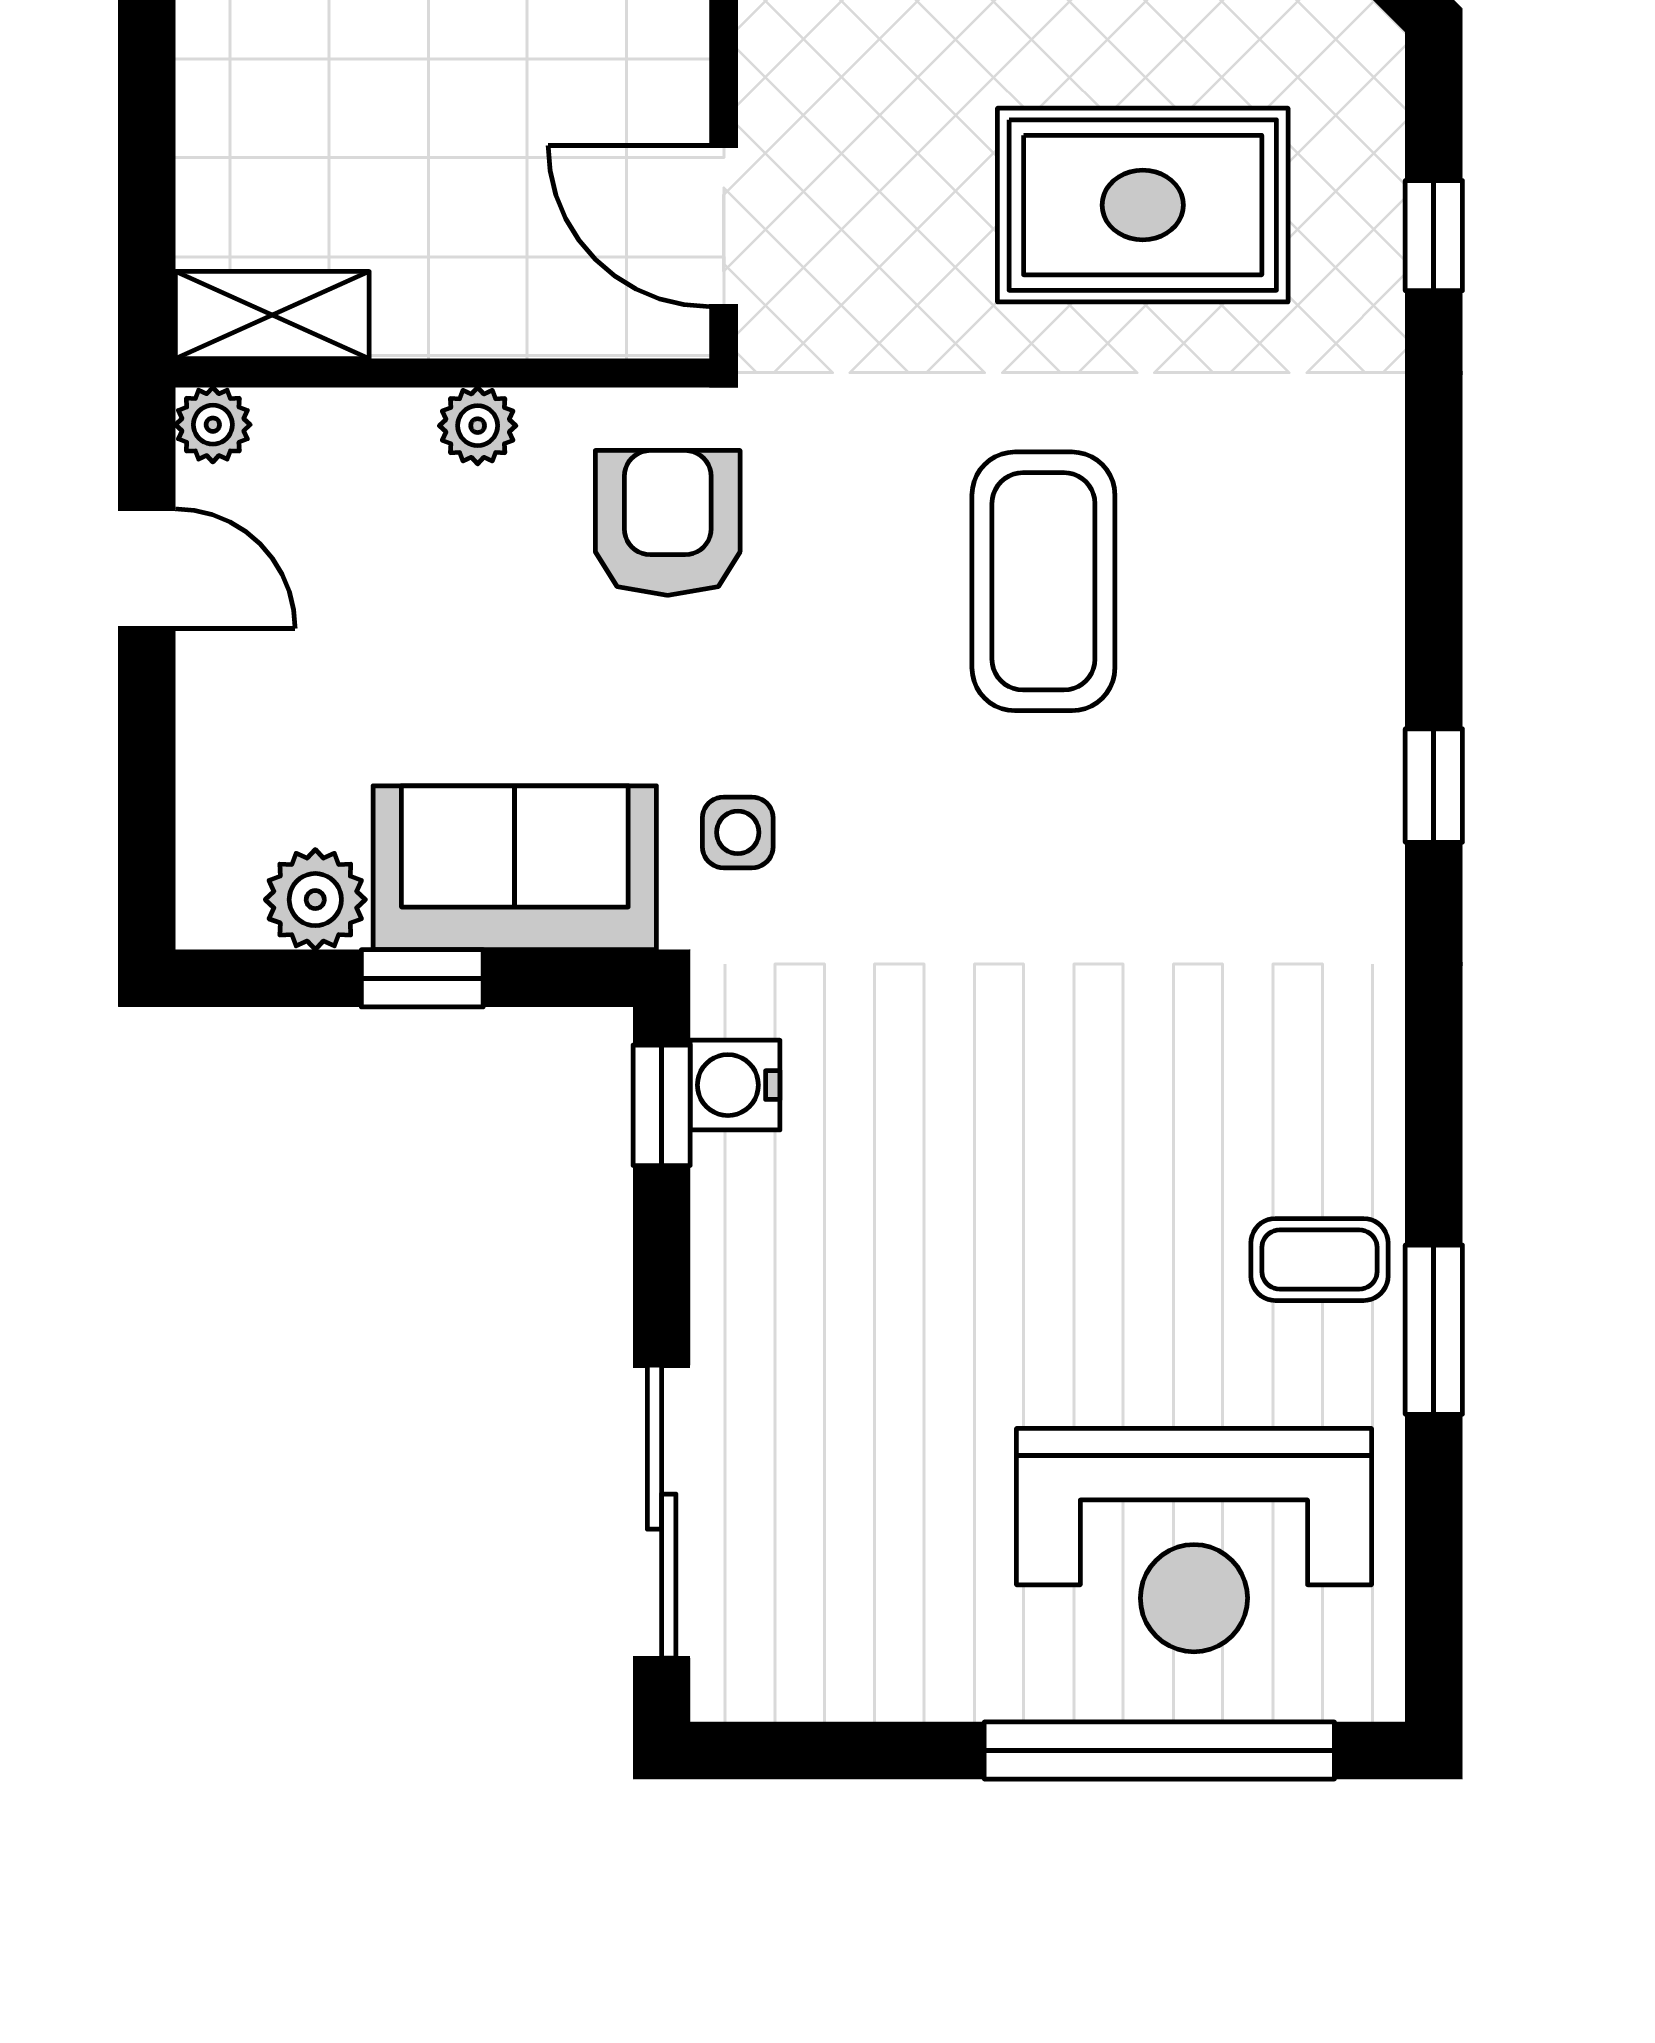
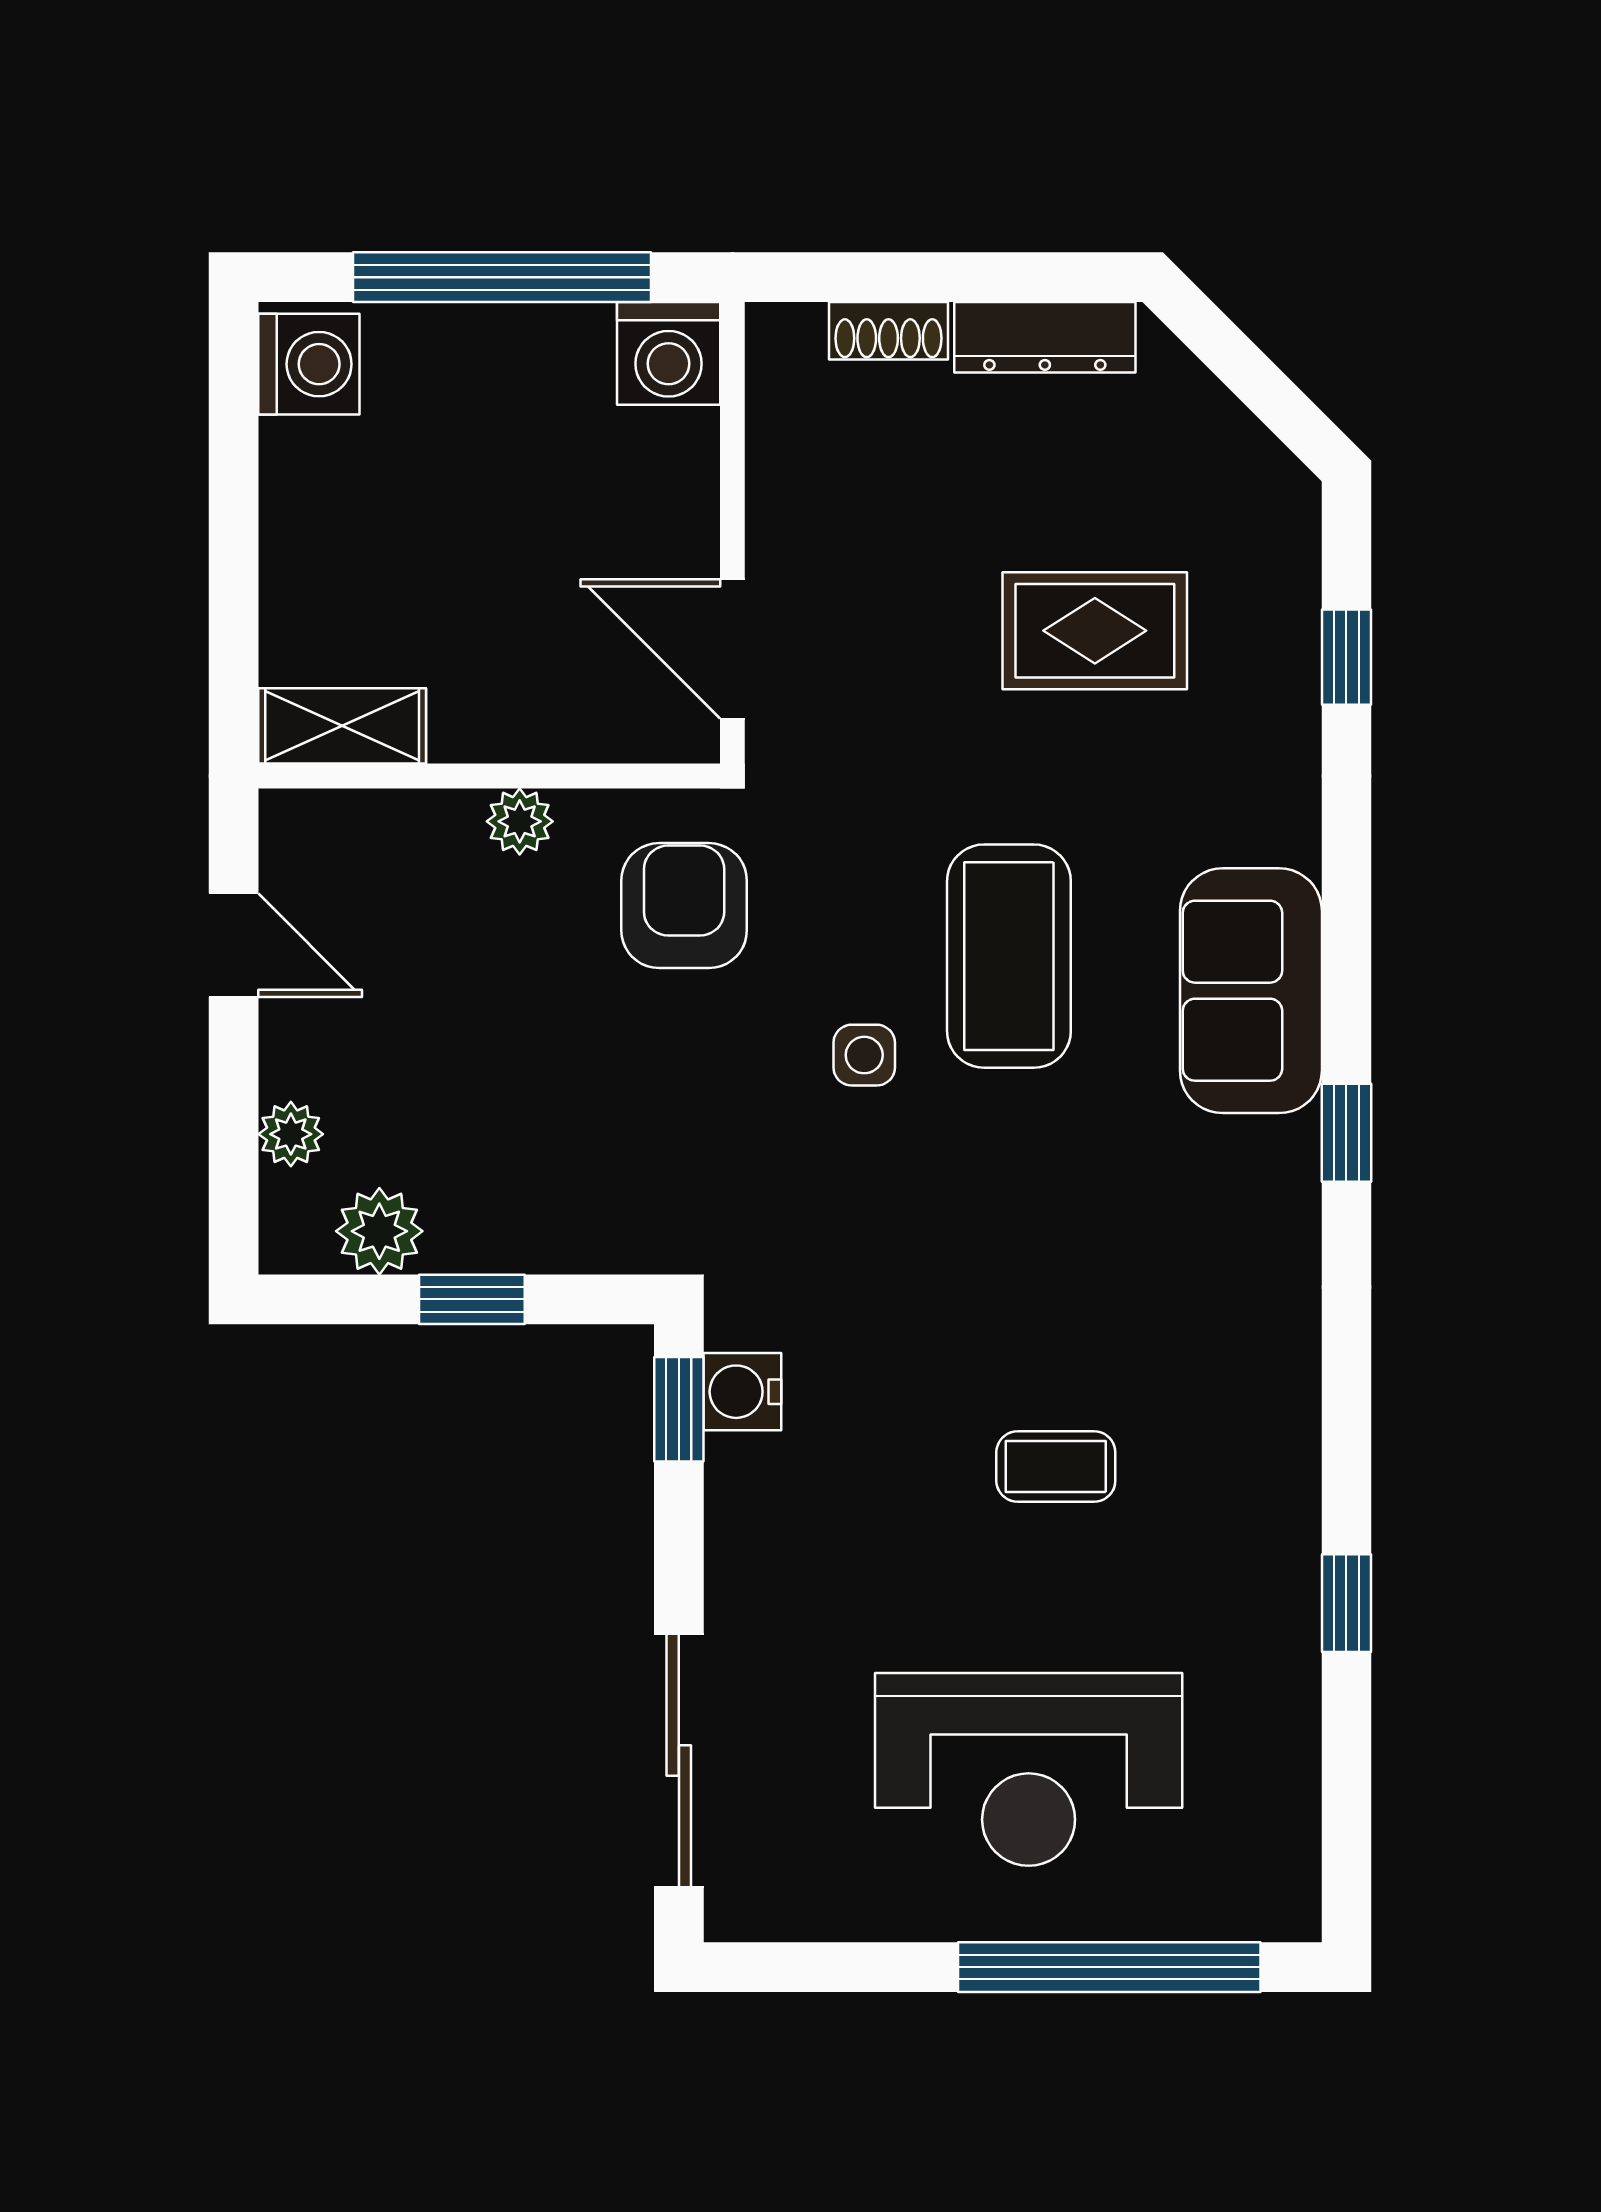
rug: (1143, 205) -> (1095, 631), width x0.73, depth x0.70
plant: (213, 425) -> (291, 1134), moved
side table: (738, 832) -> (864, 1055), moved
sofa: (515, 868) -> (1251, 991), moved, turned -90
coffee table: (1319, 1260) -> (1056, 1467), moved
window: (1434, 1330) -> (1346, 1603), width x0.67
reception desk: (1194, 1540) -> (1029, 1769), moved

